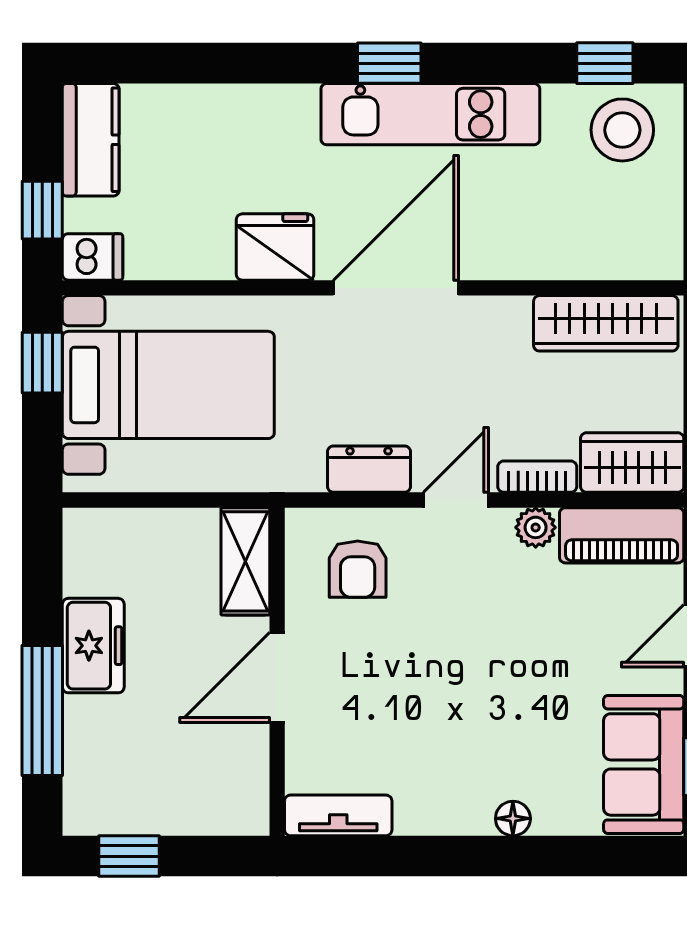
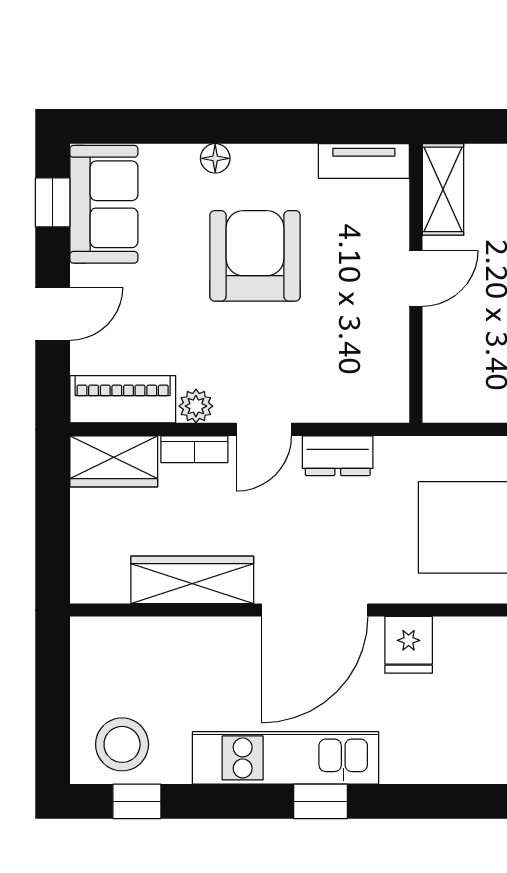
fridge: (275, 247) -> (409, 645), width x0.72
wardrobe: (606, 323) -> (192, 580), moved
shelving: (245, 561) -> (443, 189), moved
armchair: (358, 569) -> (255, 256), moved, width x1.88, depth x1.88
door: (277, 677) -> (416, 278), width x0.73

